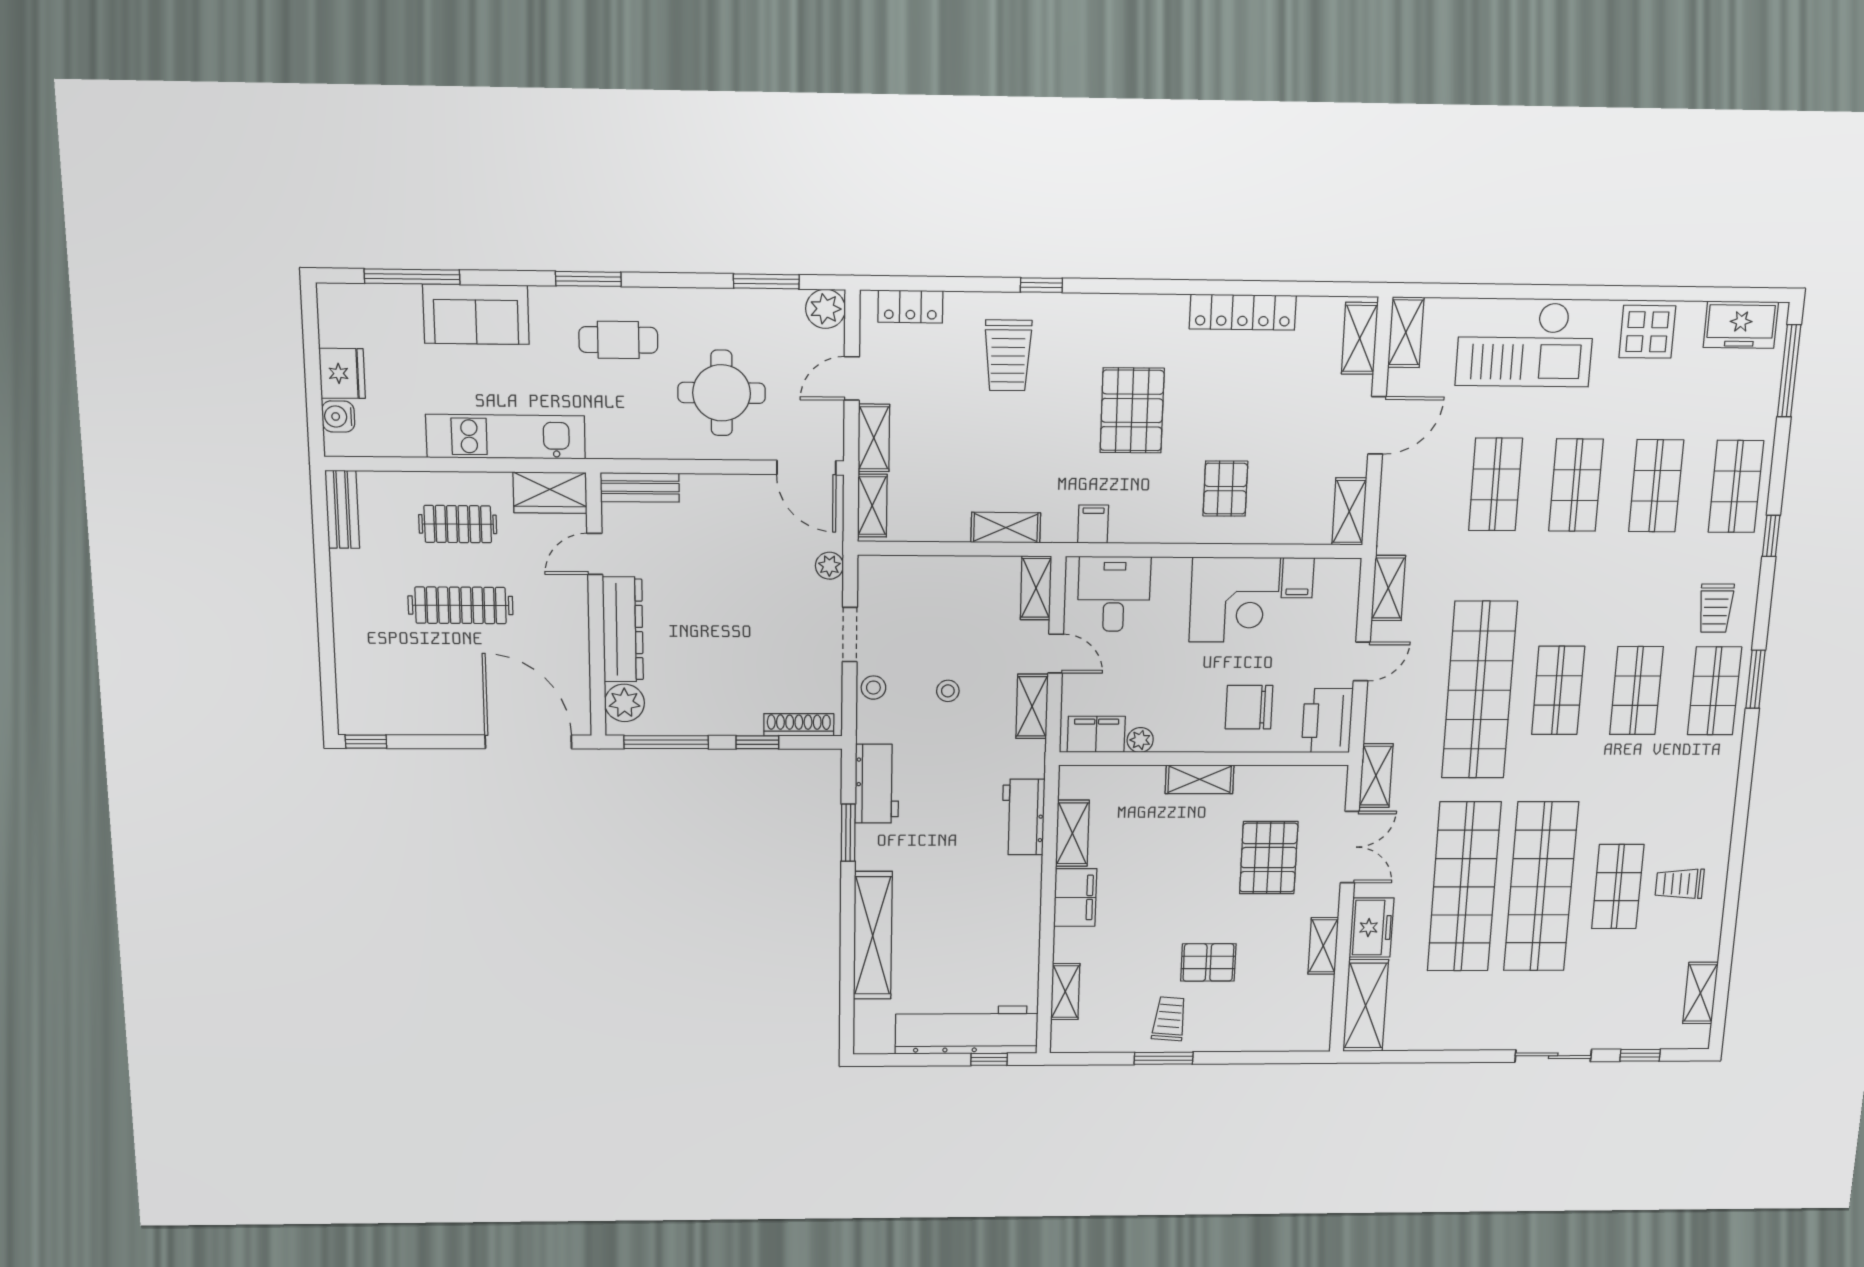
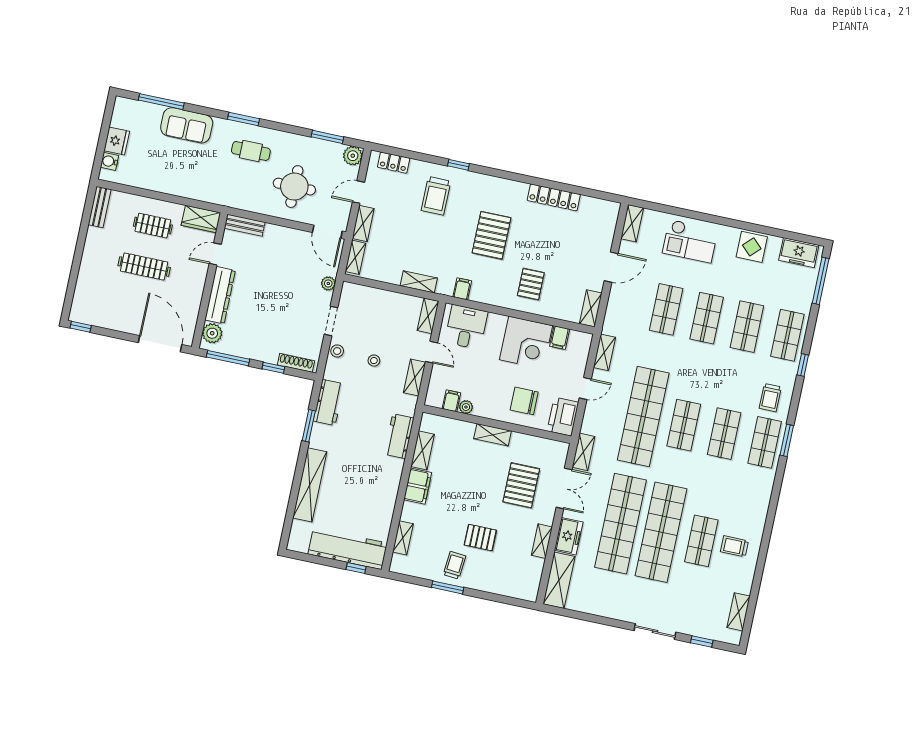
shelving: (1360, 338) -> (609, 222), removed
checkout: (1525, 345) -> (690, 241), width x0.73, depth x0.83
kitchen unit: (506, 437) -> (186, 187), removed
filing cabinet: (1096, 734) -> (451, 401), width x0.50

